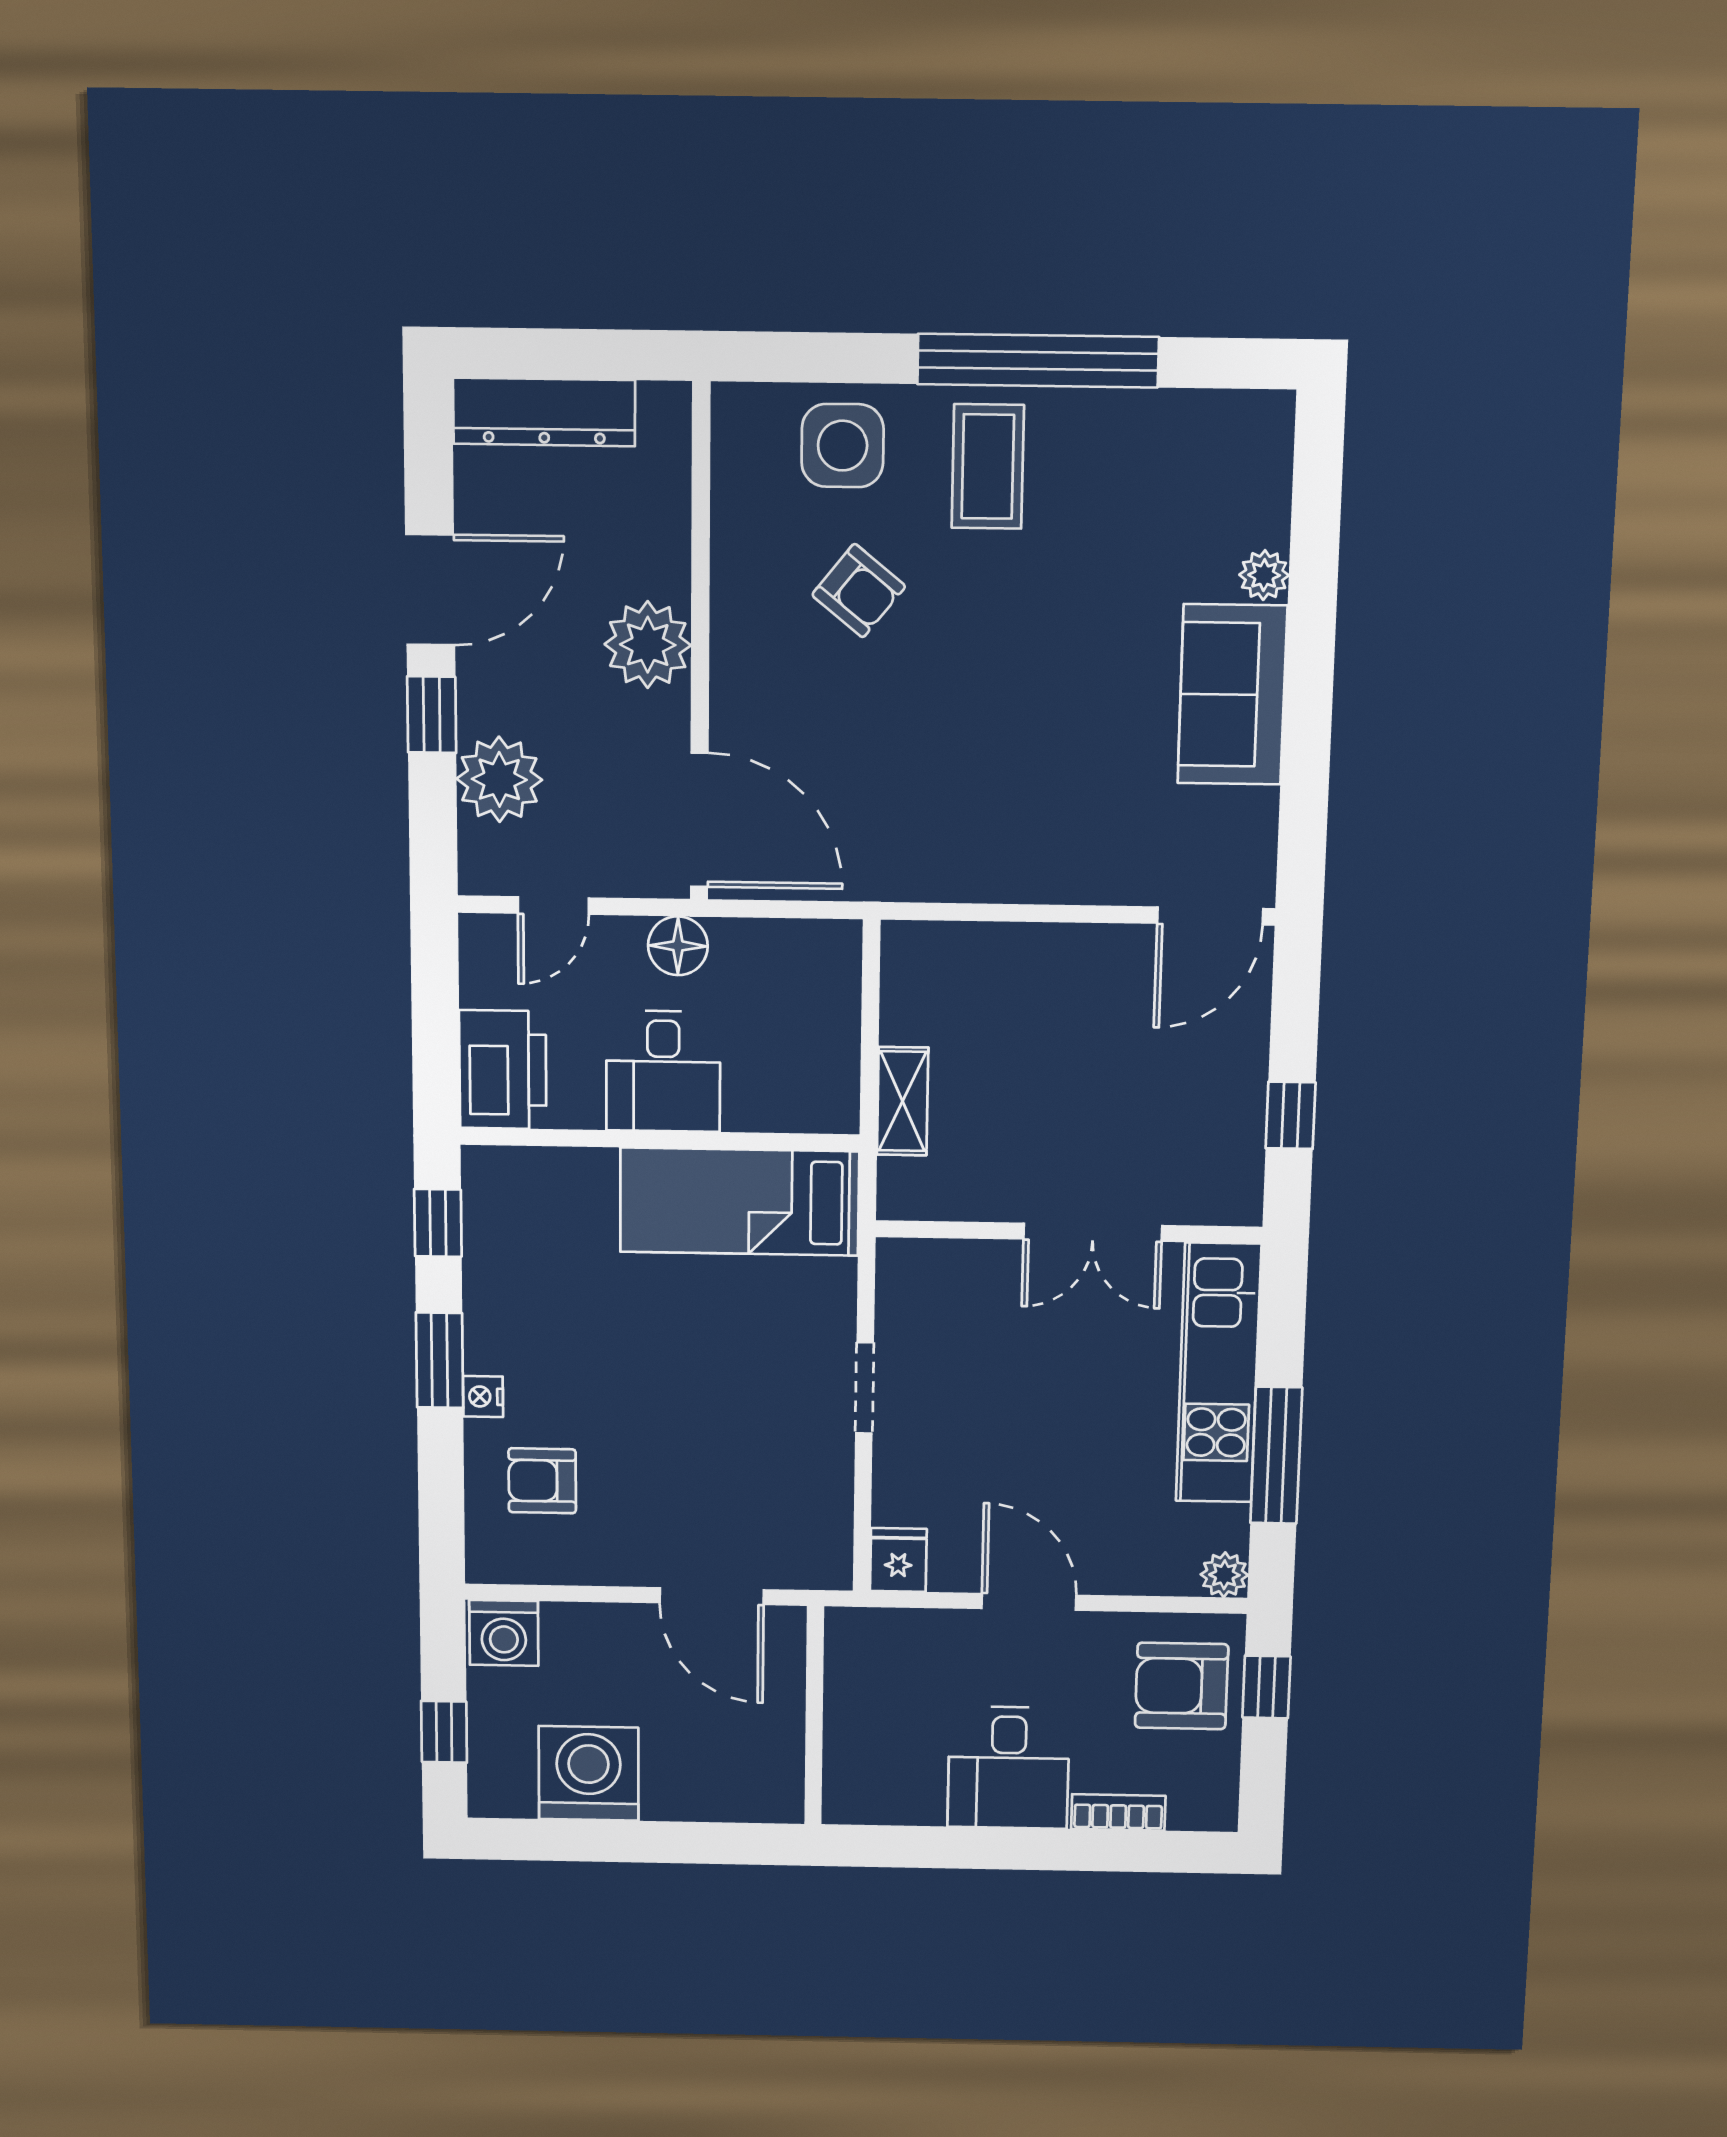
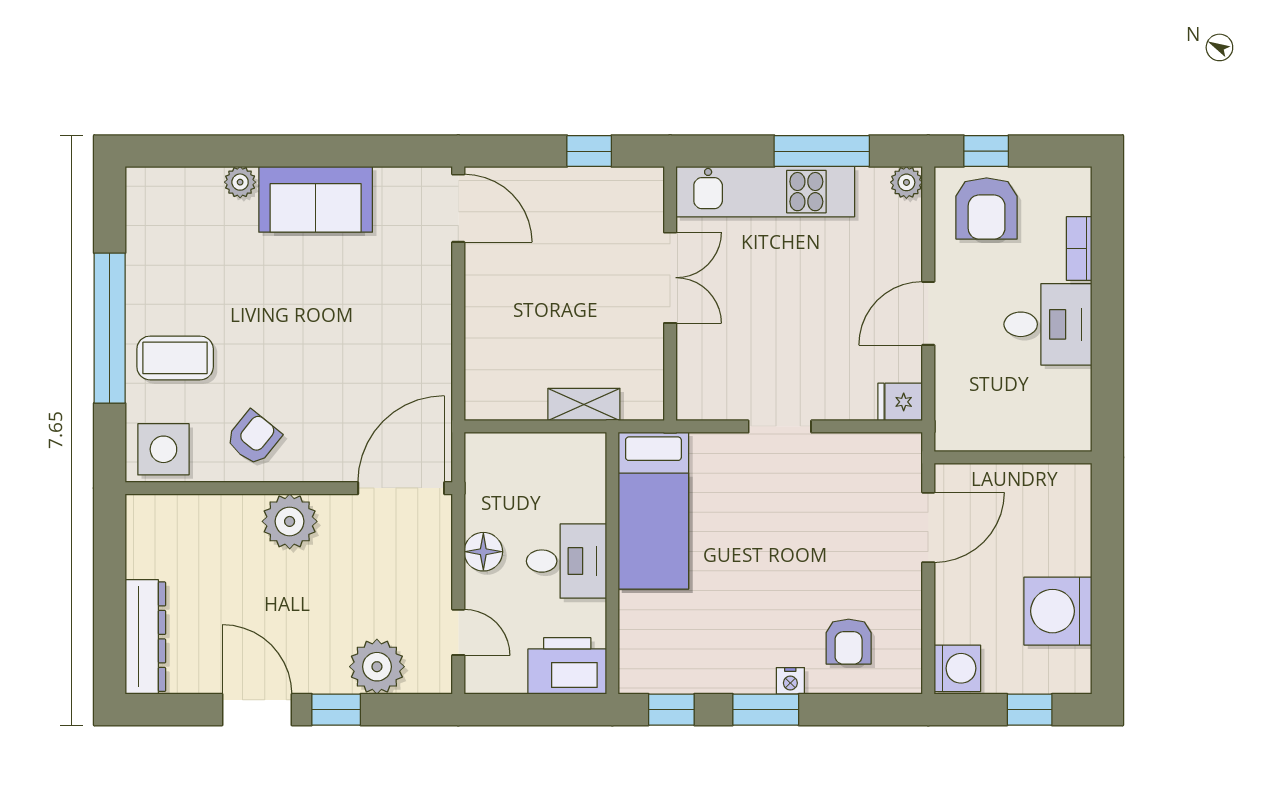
wall: (700, 644) -> (289, 488), moved
plant: (648, 645) -> (290, 521), moved
door: (699, 820) -> (401, 488), moved

